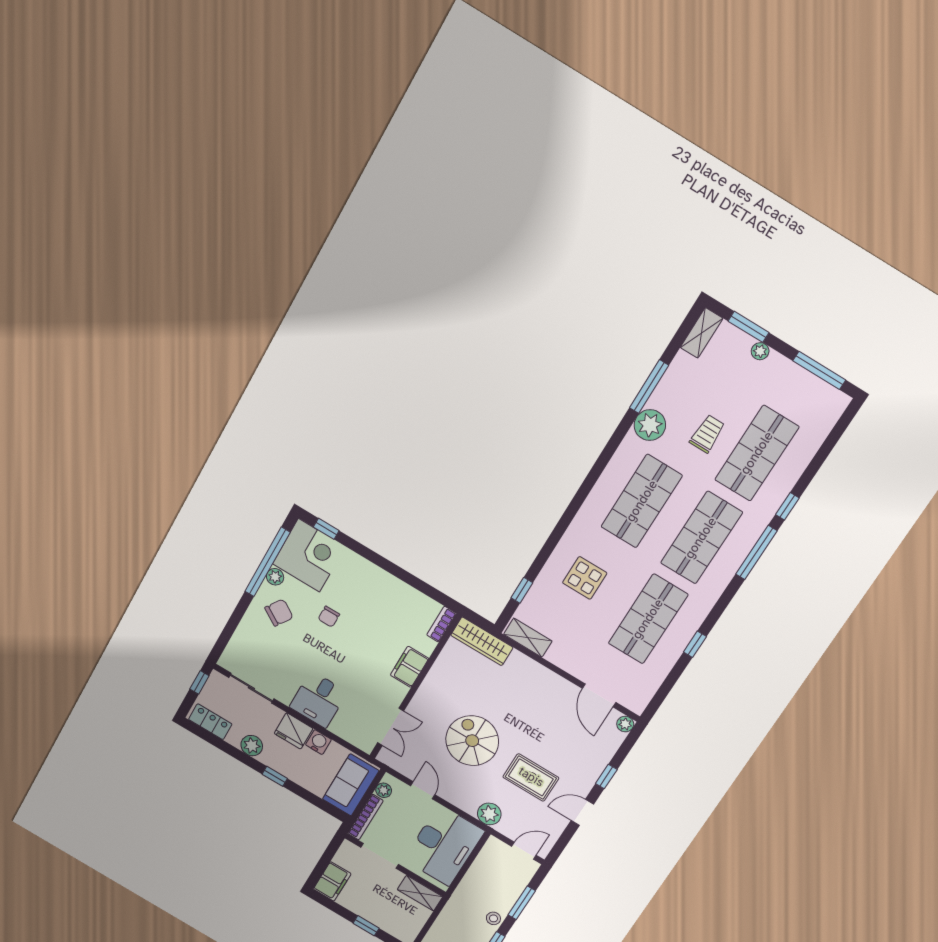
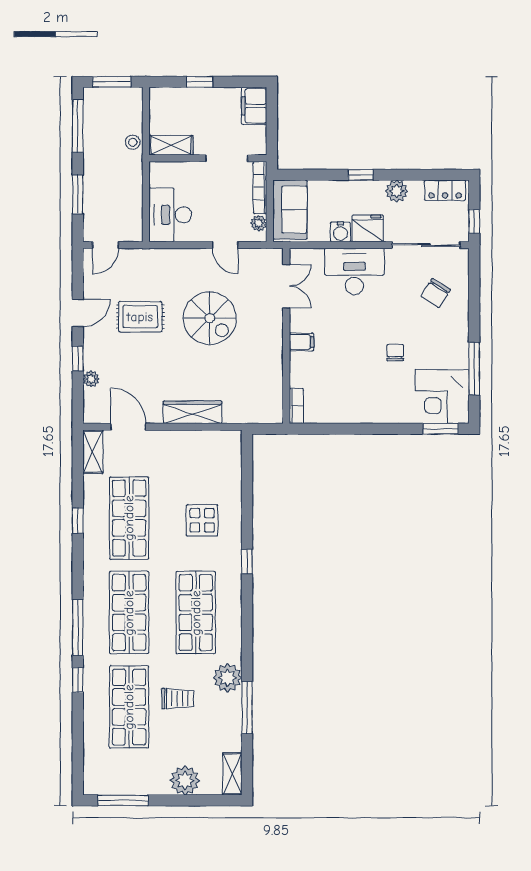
window: (748, 327) -> (199, 800), removed
plant: (760, 351) -> (185, 781), width x1.88, depth x1.88
trolley: (707, 434) -> (178, 698), turned -90
window: (326, 529) -> (440, 429), width x1.50
window: (267, 562) -> (474, 369), width x0.68
plant: (275, 577) -> (460, 359), removed
window: (522, 590) -> (247, 562), moved
chair: (279, 613) -> (436, 293), moved
shelving: (528, 638) -> (93, 452), moved, turned 90
wardrobe: (482, 641) -> (193, 412), moved
filing cabinet: (409, 667) -> (301, 342), width x0.50
sliding door: (251, 688) -> (426, 245), width x1.37
desk: (318, 699) -> (354, 271), width x1.37
plant: (625, 724) -> (91, 379), moved
double door: (391, 727) -> (286, 286), swing flipped
plant: (489, 814) -> (155, 260), removed
desk: (444, 845) -> (170, 215), width x0.73, depth x0.77
stool: (493, 918) -> (133, 142), moved

